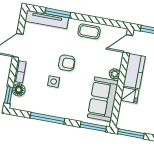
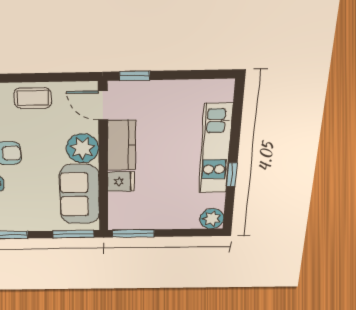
door: (128, 44) -> (103, 105), hinge flipped
plant: (115, 74) -> (82, 148), width x1.87, depth x1.87

